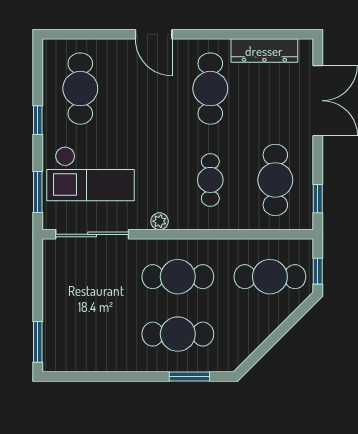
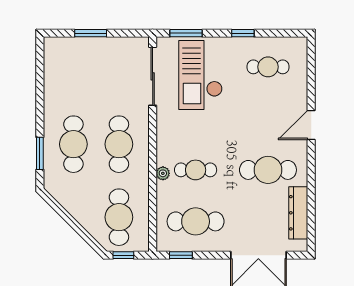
cafe table: (80, 89) -> (268, 67), width x0.73, depth x0.74
plant: (160, 221) -> (163, 173), moved
window: (38, 342) -> (91, 33), moved

